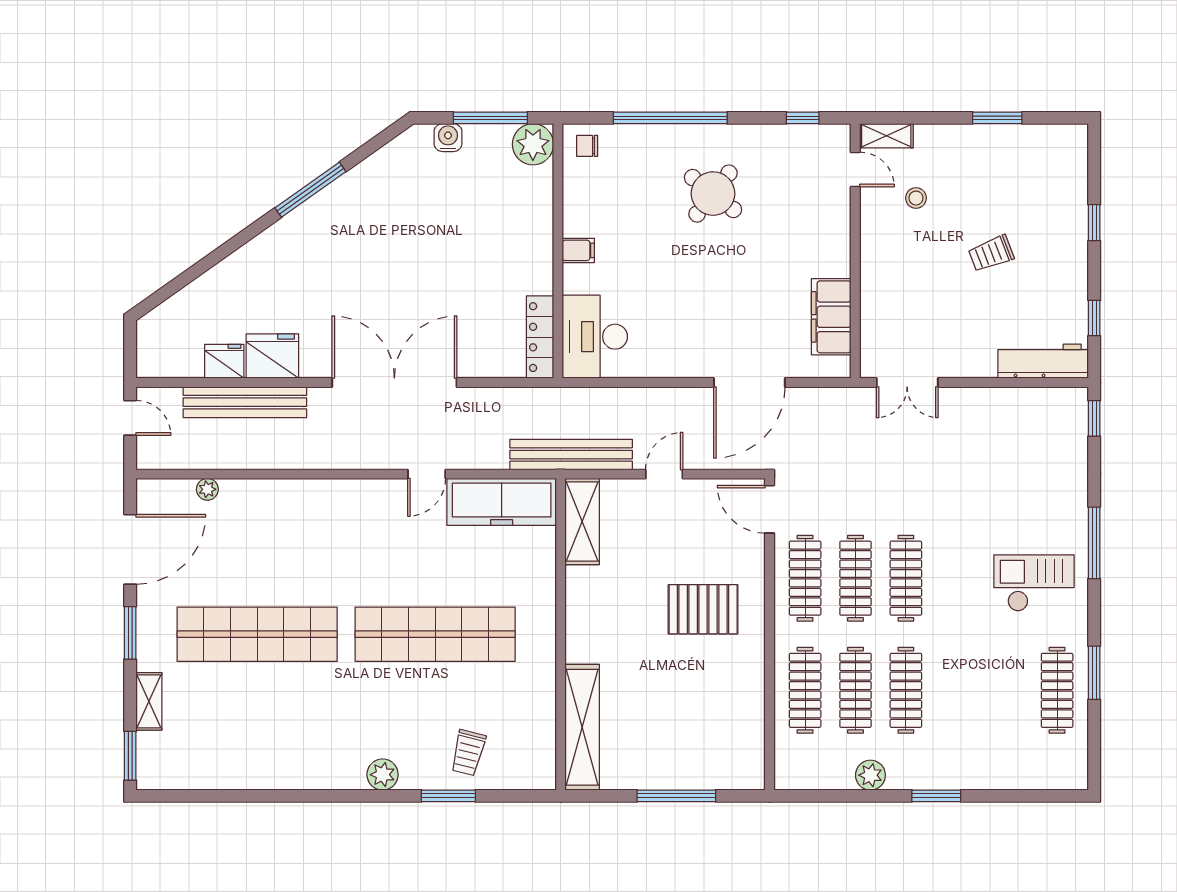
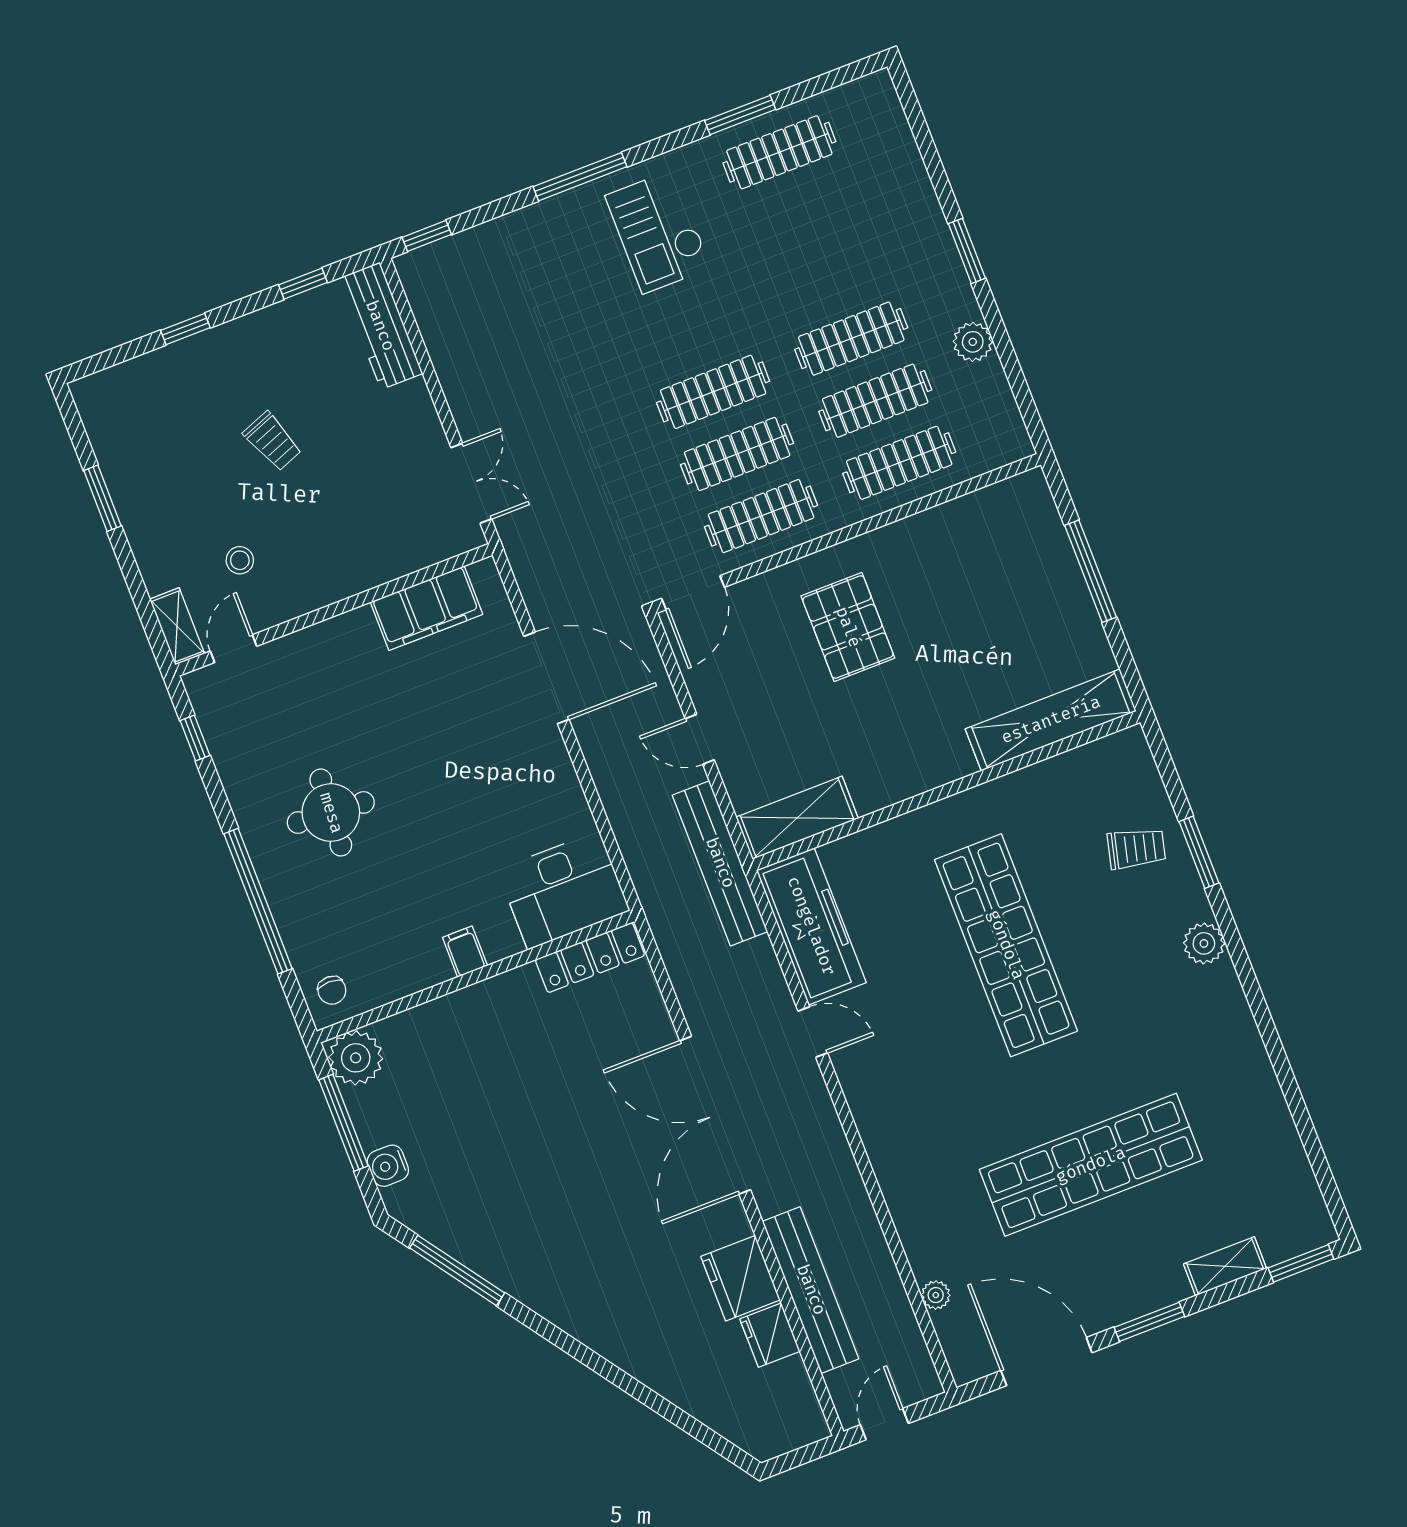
window: (310, 190) -> (457, 1270), moved
round table: (713, 194) -> (331, 813), turned -34
shop shelf: (257, 634) -> (1091, 1165), turned 90

